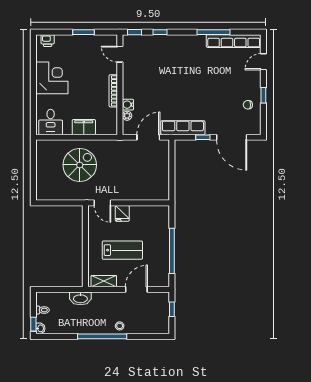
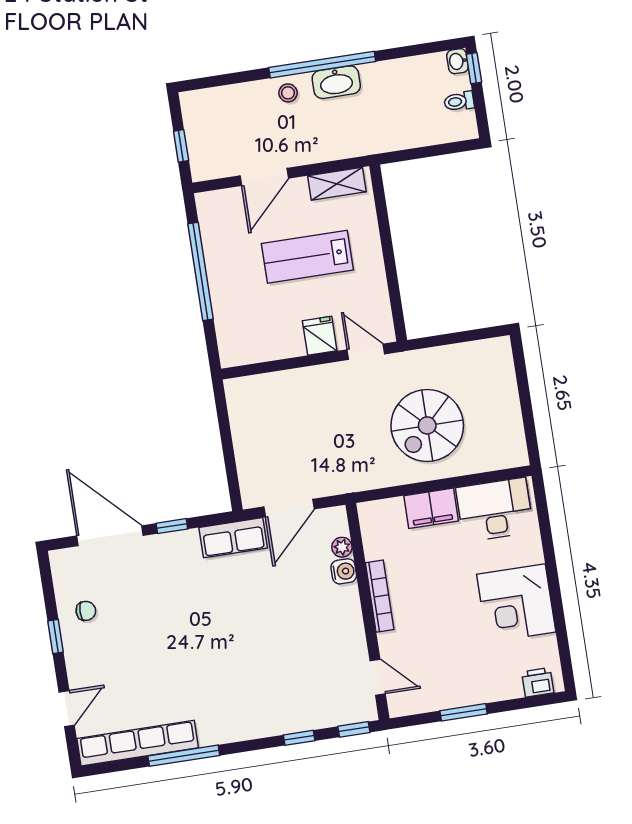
desk: (51, 122) -> (495, 510), width x1.37
row of seats: (183, 128) -> (233, 538), width x0.68
washbasin: (80, 298) -> (336, 82), moved, turned 180

